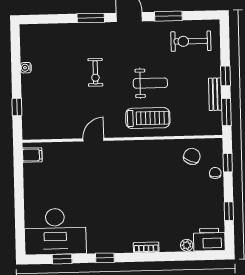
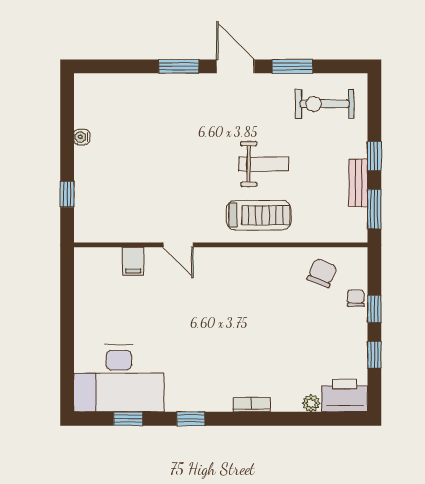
exercise bike: (95, 72) -> (183, 146), removed
door: (93, 140) -> (178, 245), swing flipped
filing cabinet: (32, 155) -> (133, 261), moved, turned 90
window: (228, 163) -> (374, 309), moved

